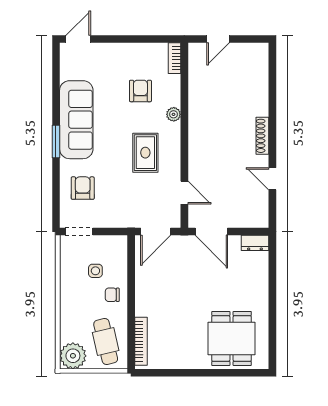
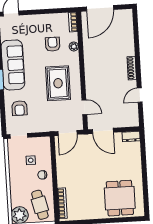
door: (218, 39) -> (100, 8), width x1.88
plant: (174, 114) -> (74, 46), moved
rug: (145, 153) -> (58, 83), width x1.36, depth x1.43
door: (272, 179) -> (140, 95), hinge flipped
armchair: (83, 188) -> (20, 108), turned 180

